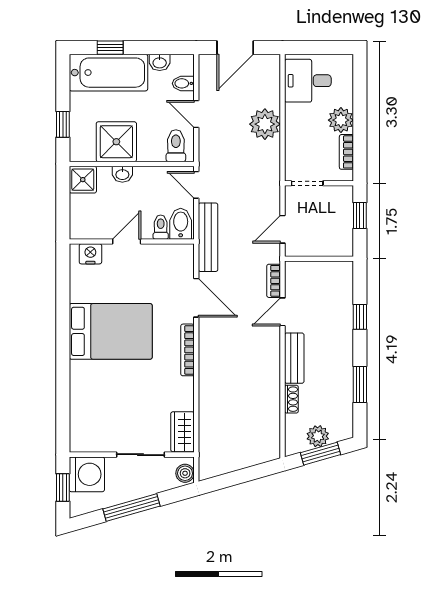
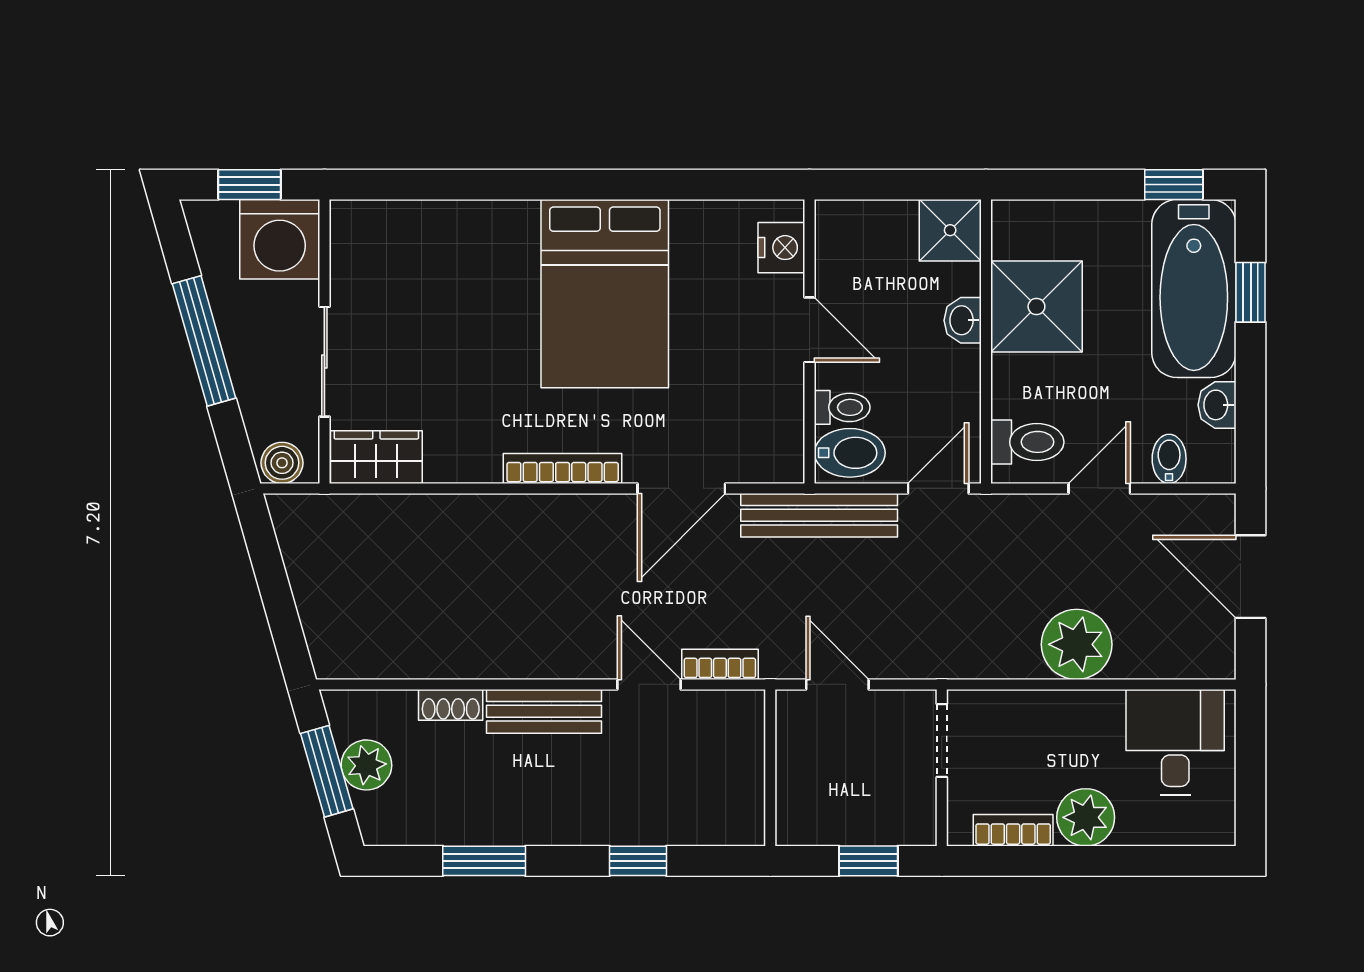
window: (63, 124) -> (1174, 185), moved

